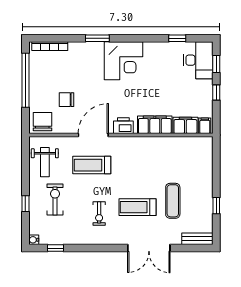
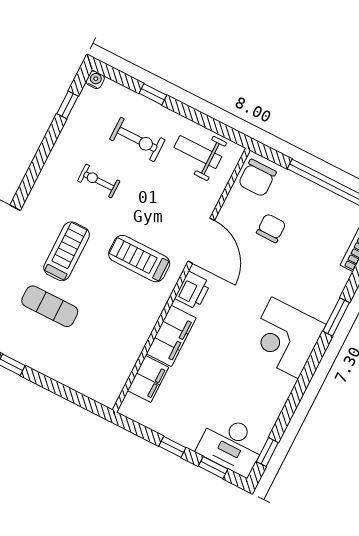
window: (177, 38) -> (267, 452), moved
chair: (42, 122) -> (257, 178), turned 90
filing cabinet: (205, 126) -> (133, 406), removed
treadmill: (92, 165) -> (139, 259), moved, turned -90
exercise bike: (99, 214) -> (99, 181), moved

